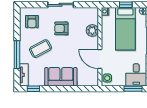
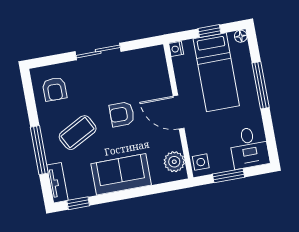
armchair: (61, 28) -> (122, 114), moved
plant: (92, 30) -> (174, 162), moved
door: (100, 59) -> (179, 112), moved
window: (133, 89) -> (229, 176), moved

